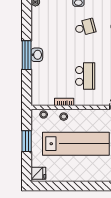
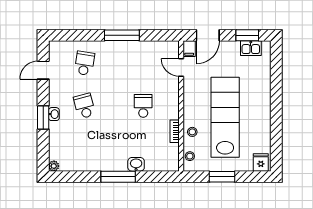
washbasin: (37, 55) -> (136, 164), moved
school desk: (85, 76) -> (143, 106), width x0.54

